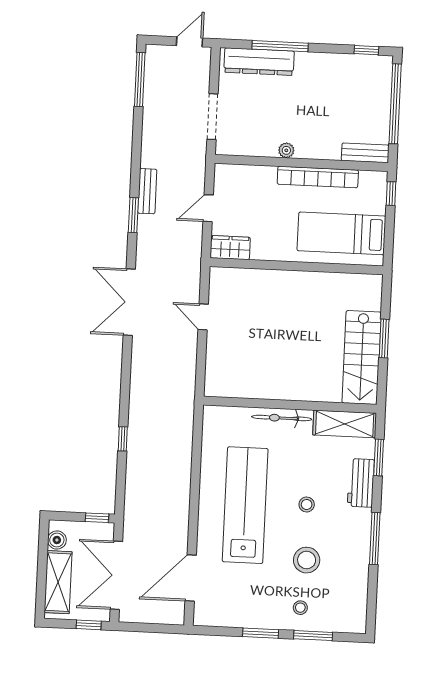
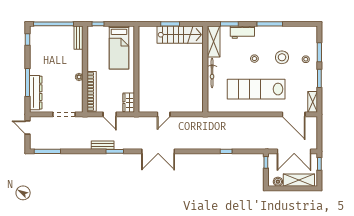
bookcase: (318, 177) -> (92, 91), moved
shelving: (214, 617) -> (313, 102), added

